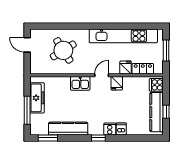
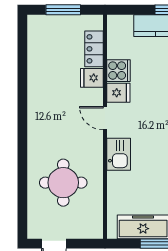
kitchen unit: (123, 36) -> (39, 82), removed
round table: (63, 50) -> (63, 183), turned 32
cooker: (156, 85) -> (119, 71), moved, turned -90

